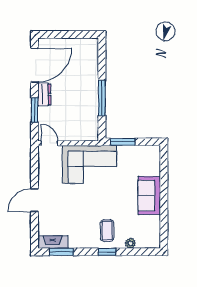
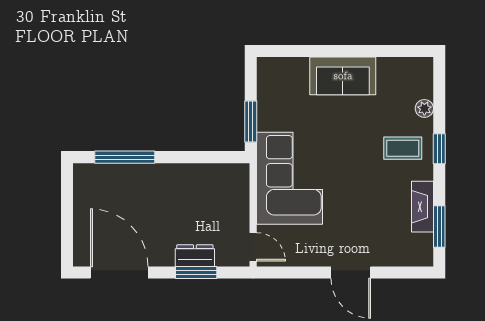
dresser: (44, 94) -> (195, 256), moved
window: (102, 98) -> (125, 157), moved
door: (49, 143) -> (253, 247), swing flipped
fireplace: (53, 242) -> (423, 207), moved

